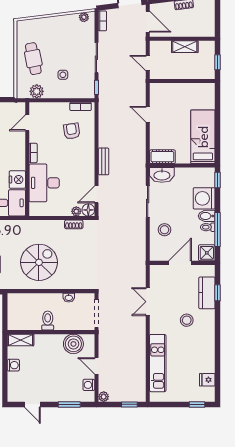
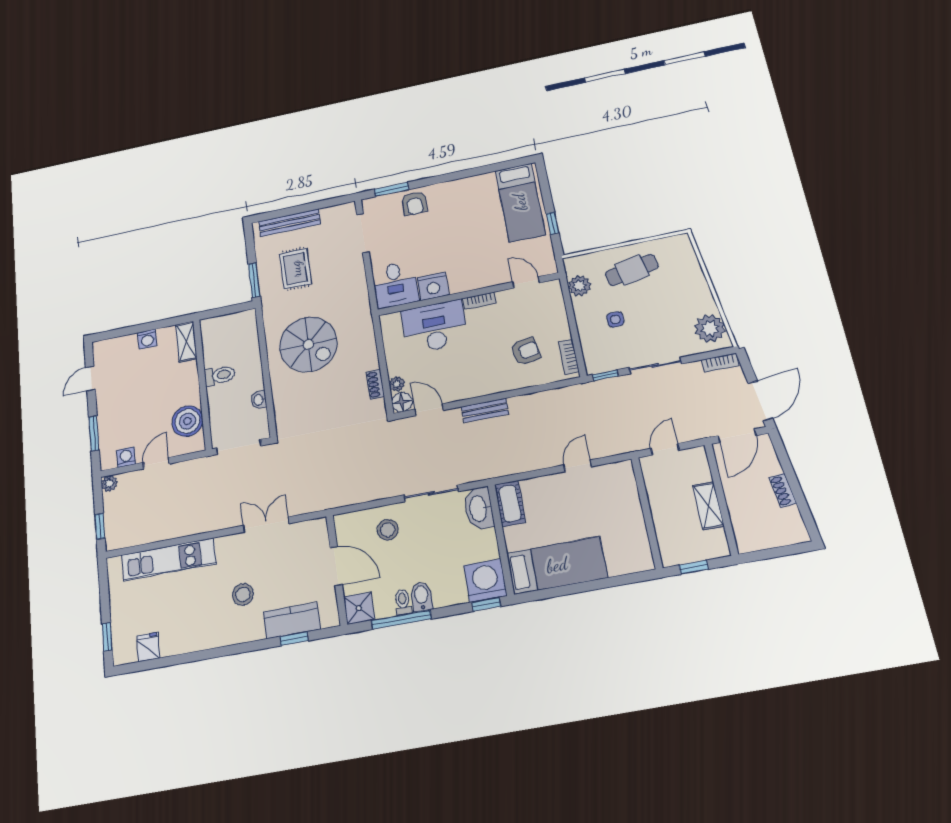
plant: (84, 17) -> (710, 328), width x1.87, depth x1.87
washing machine: (204, 198) -> (485, 581), moved

